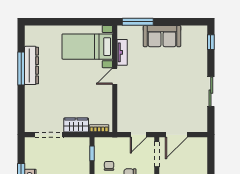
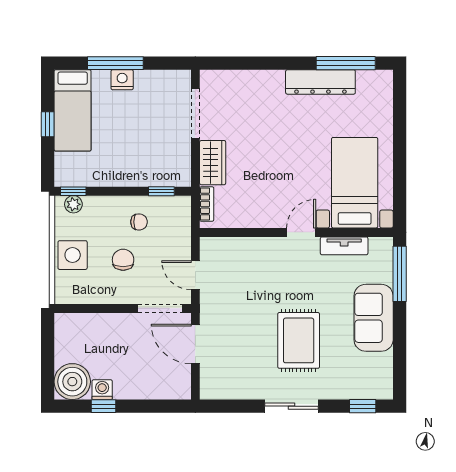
window: (21, 69) -> (346, 63), moved
door: (115, 76) -> (301, 232), hinge flipped
rug: (175, 78) -> (299, 340), added
sliding door: (211, 92) -> (291, 406), moved

